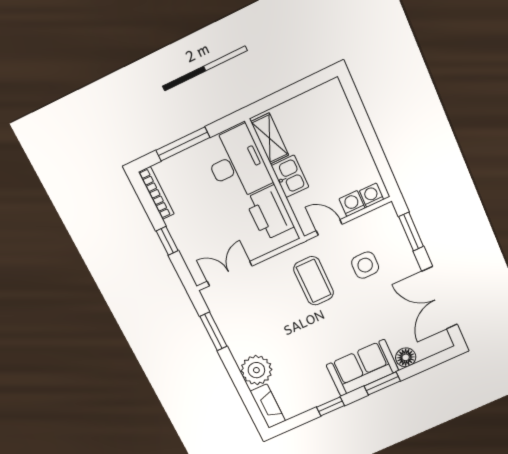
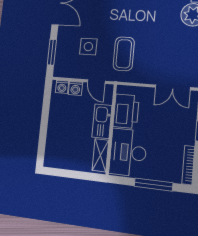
kitchen sink: (290, 176) -> (102, 121), width x1.38

